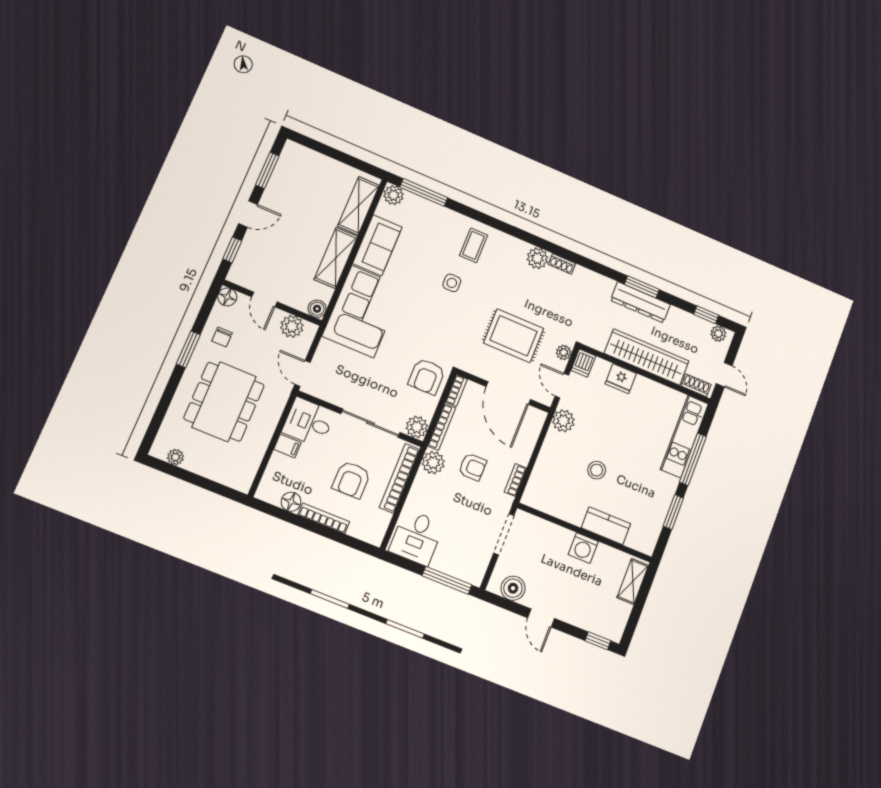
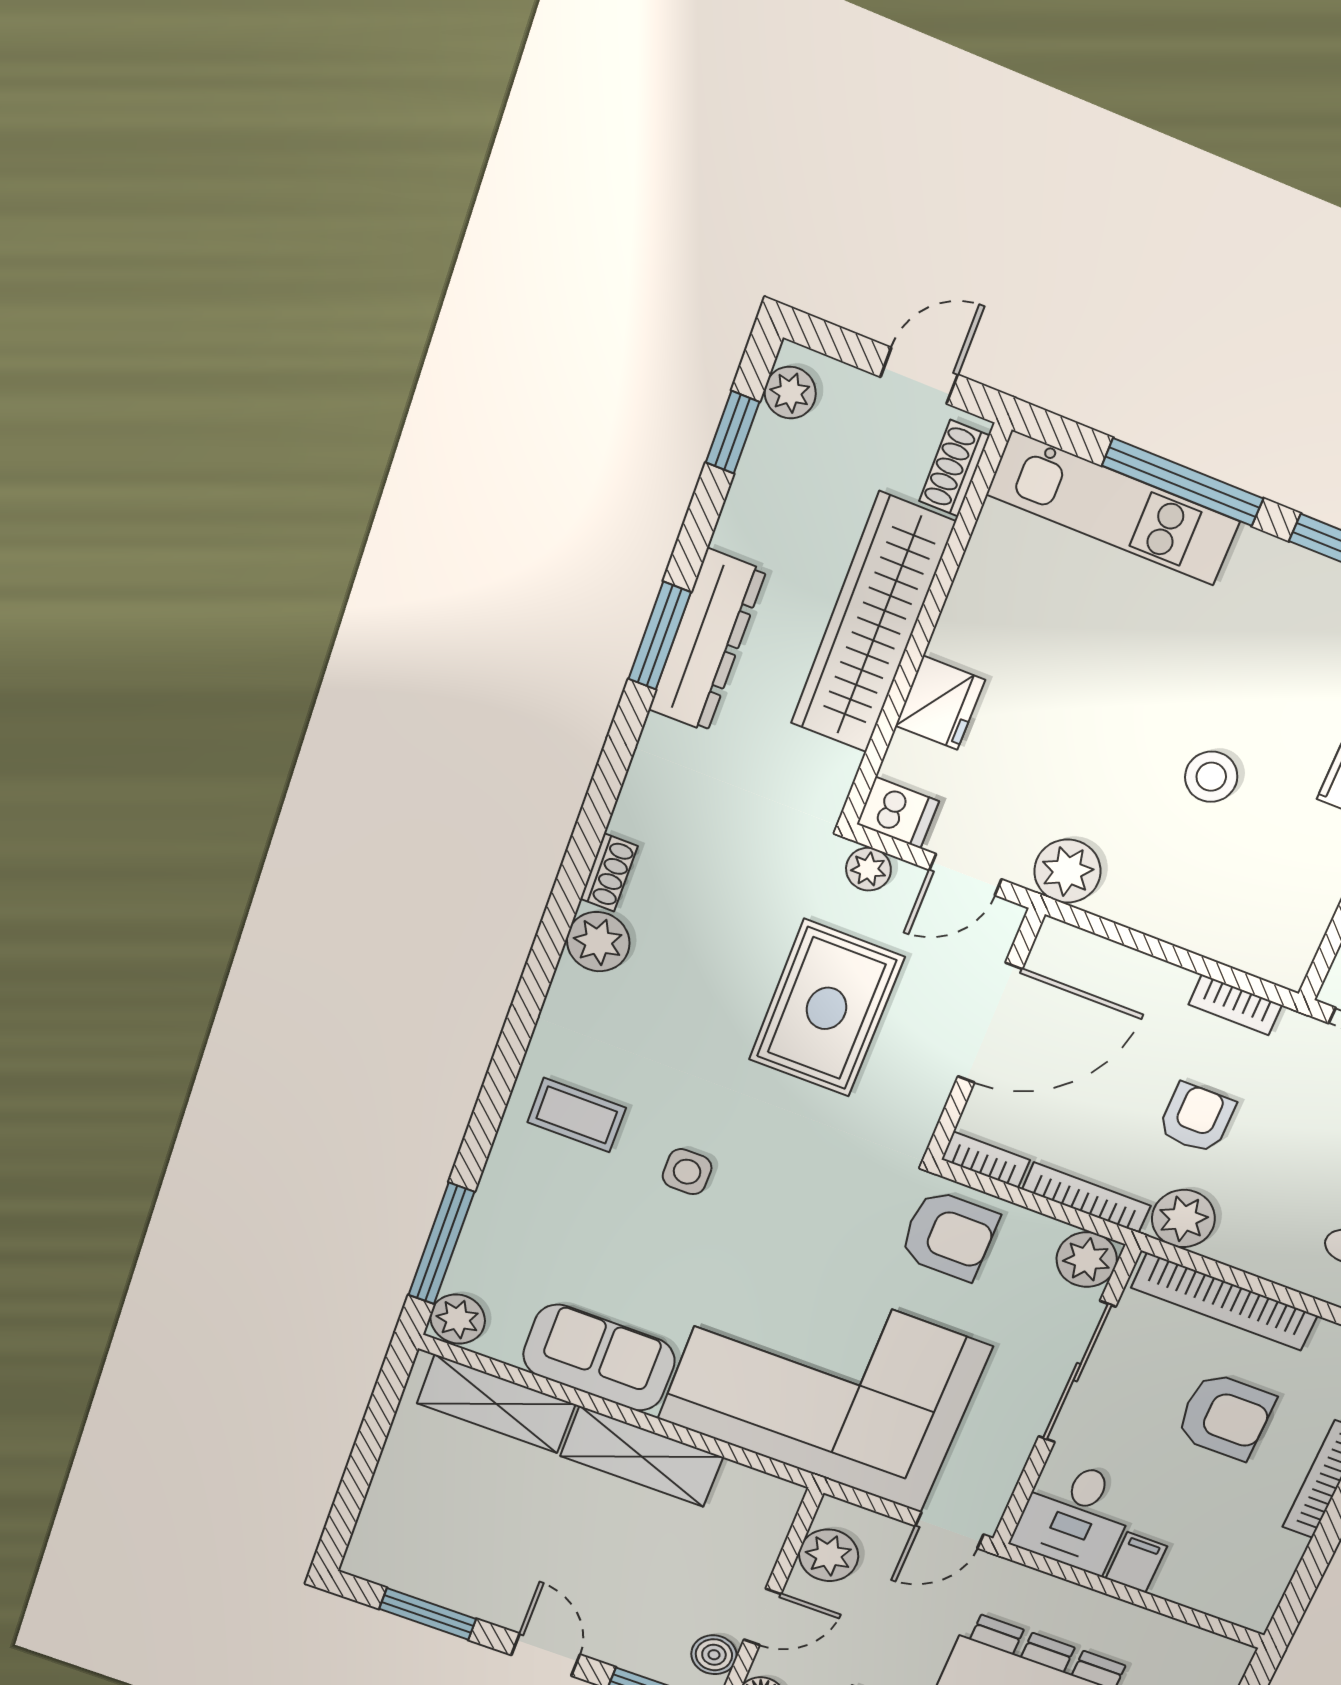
boiler: (317, 309) -> (714, 1655), moved
corner sofa: (363, 311) -> (825, 1383), width x1.36, depth x1.36
floor lamp: (291, 502) -> (1279, 1553), removed

